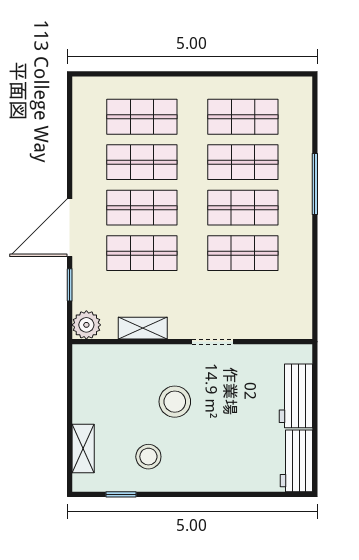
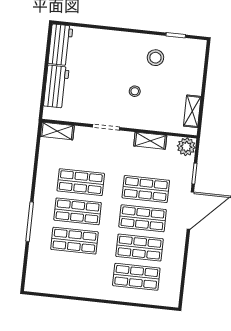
shop shelf: (243, 117) -> (71, 270), removed
shelving: (287, 328) -> (57, 131), added
stool: (175, 402) -> (135, 91), width x0.53, depth x0.53
shelving: (83, 448) -> (192, 111), moved

